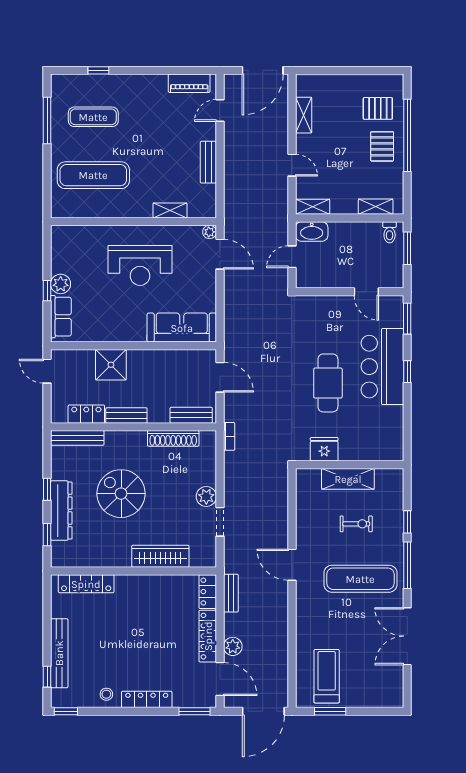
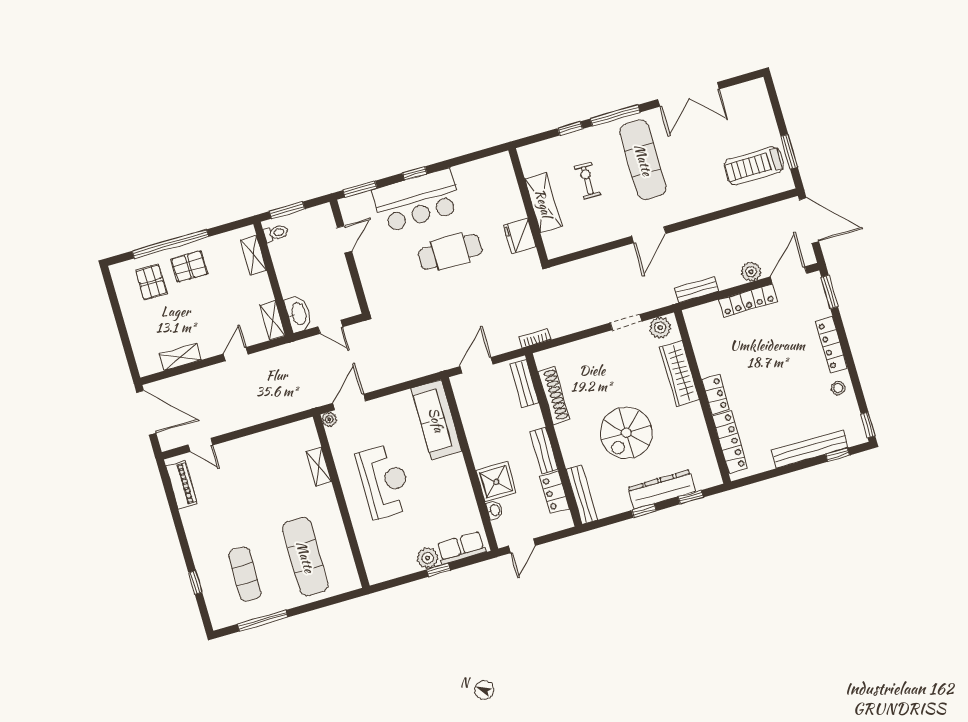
bench: (208, 162) -> (257, 442), removed
washbasin: (86, 356) -> (495, 510), added
plant: (206, 497) -> (660, 328), moved
locker: (208, 592) -> (716, 394), moved, turned -90

